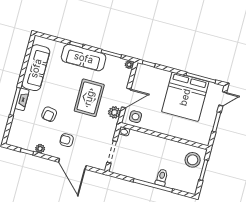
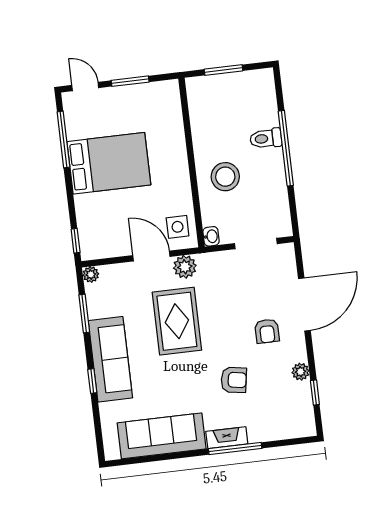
bed: (185, 97) -> (109, 163), width x0.73
rug: (89, 98) -> (177, 321), turned 90
stool: (193, 160) -> (225, 177), moved

